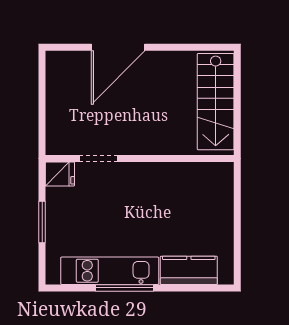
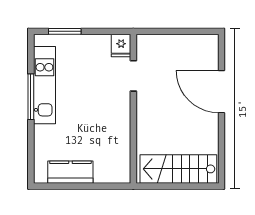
window: (42, 222) -> (65, 31), moved
kitchen counter: (189, 270) -> (70, 172), moved, turned -90

